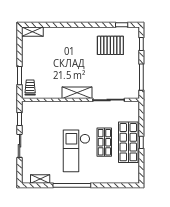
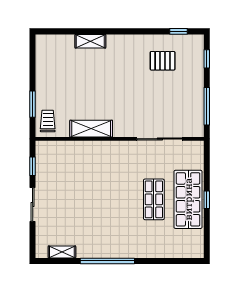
shelving: (32, 32) -> (90, 41), moved
pallet: (110, 45) -> (163, 61), width x0.67, depth x0.71
shelving: (77, 93) -> (91, 129), moved
checkout: (77, 151) -> (114, 212), removed

